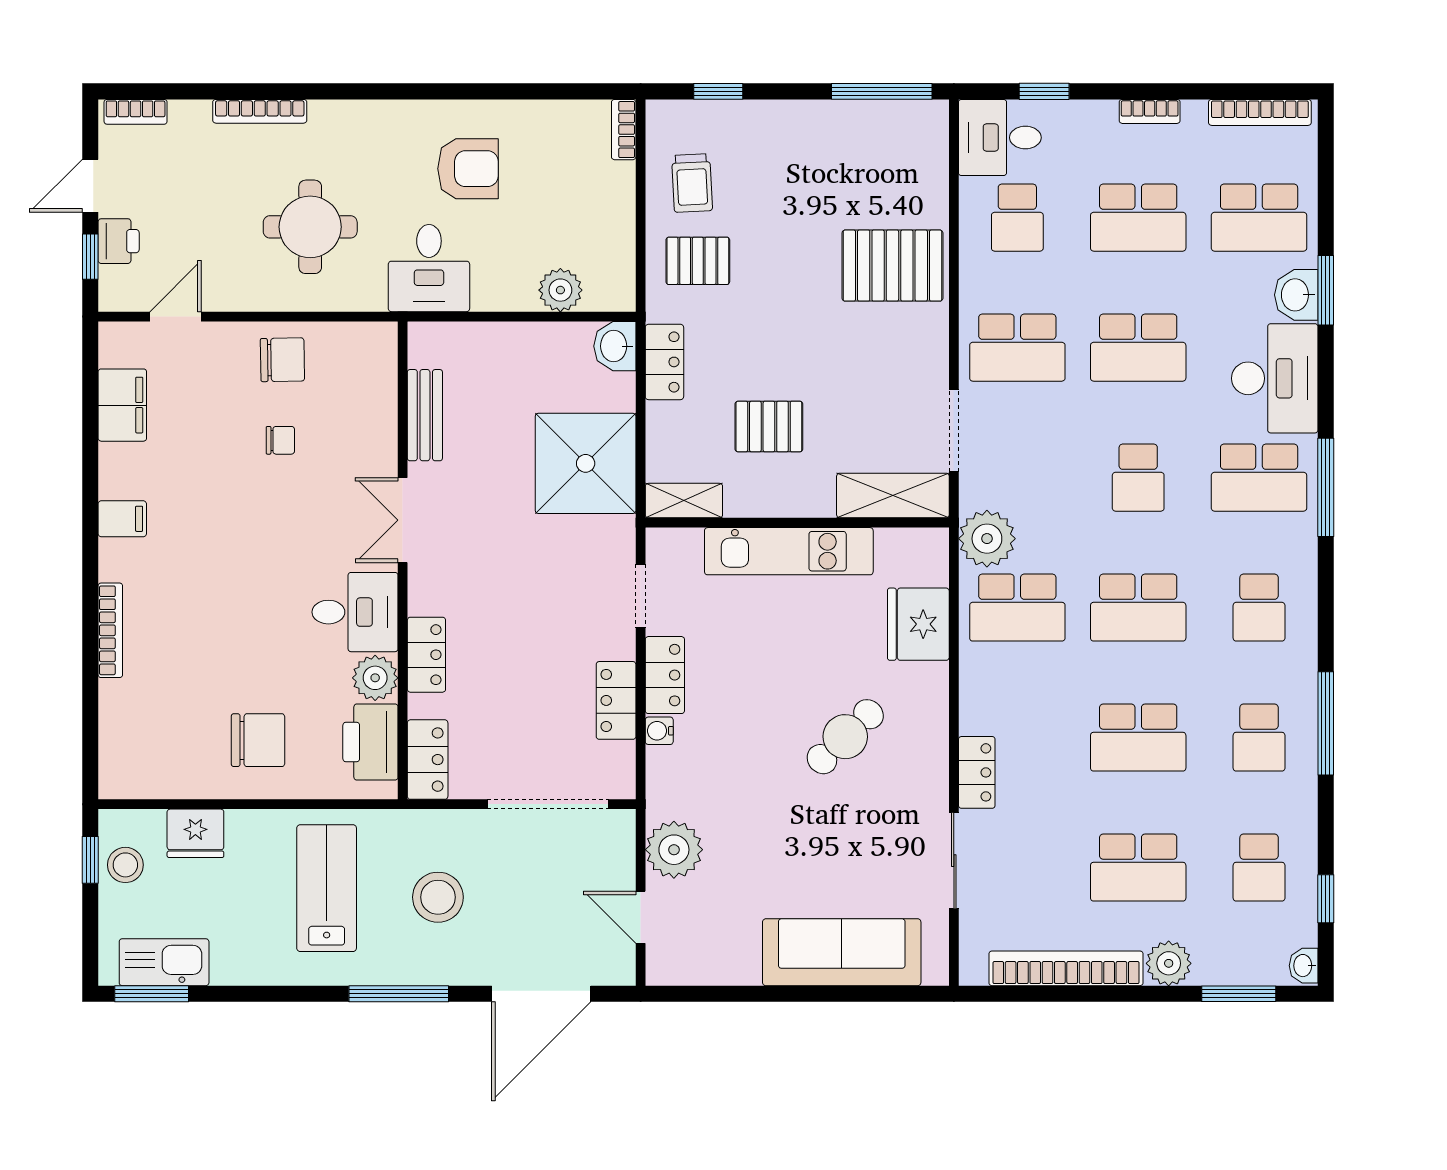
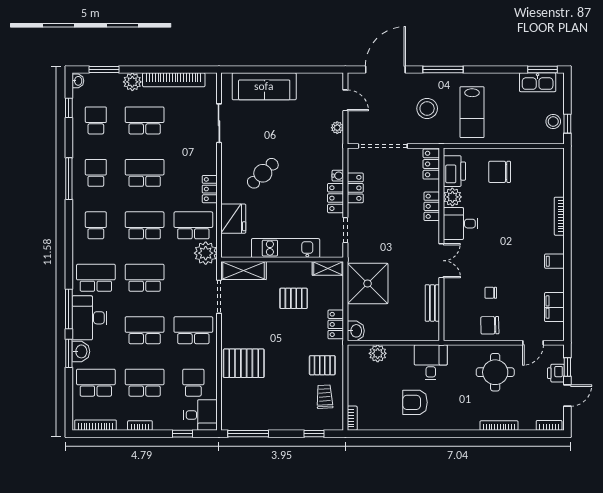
round table: (310, 227) -> (495, 372), moved
school desk: (1138, 478) -> (145, 278), width x1.85
window: (1326, 487) -> (69, 309), moved
locker: (977, 772) -> (210, 189), moved
fridge: (195, 833) -> (525, 134), removed
plant: (674, 850) -> (337, 128), width x0.53, depth x0.53

